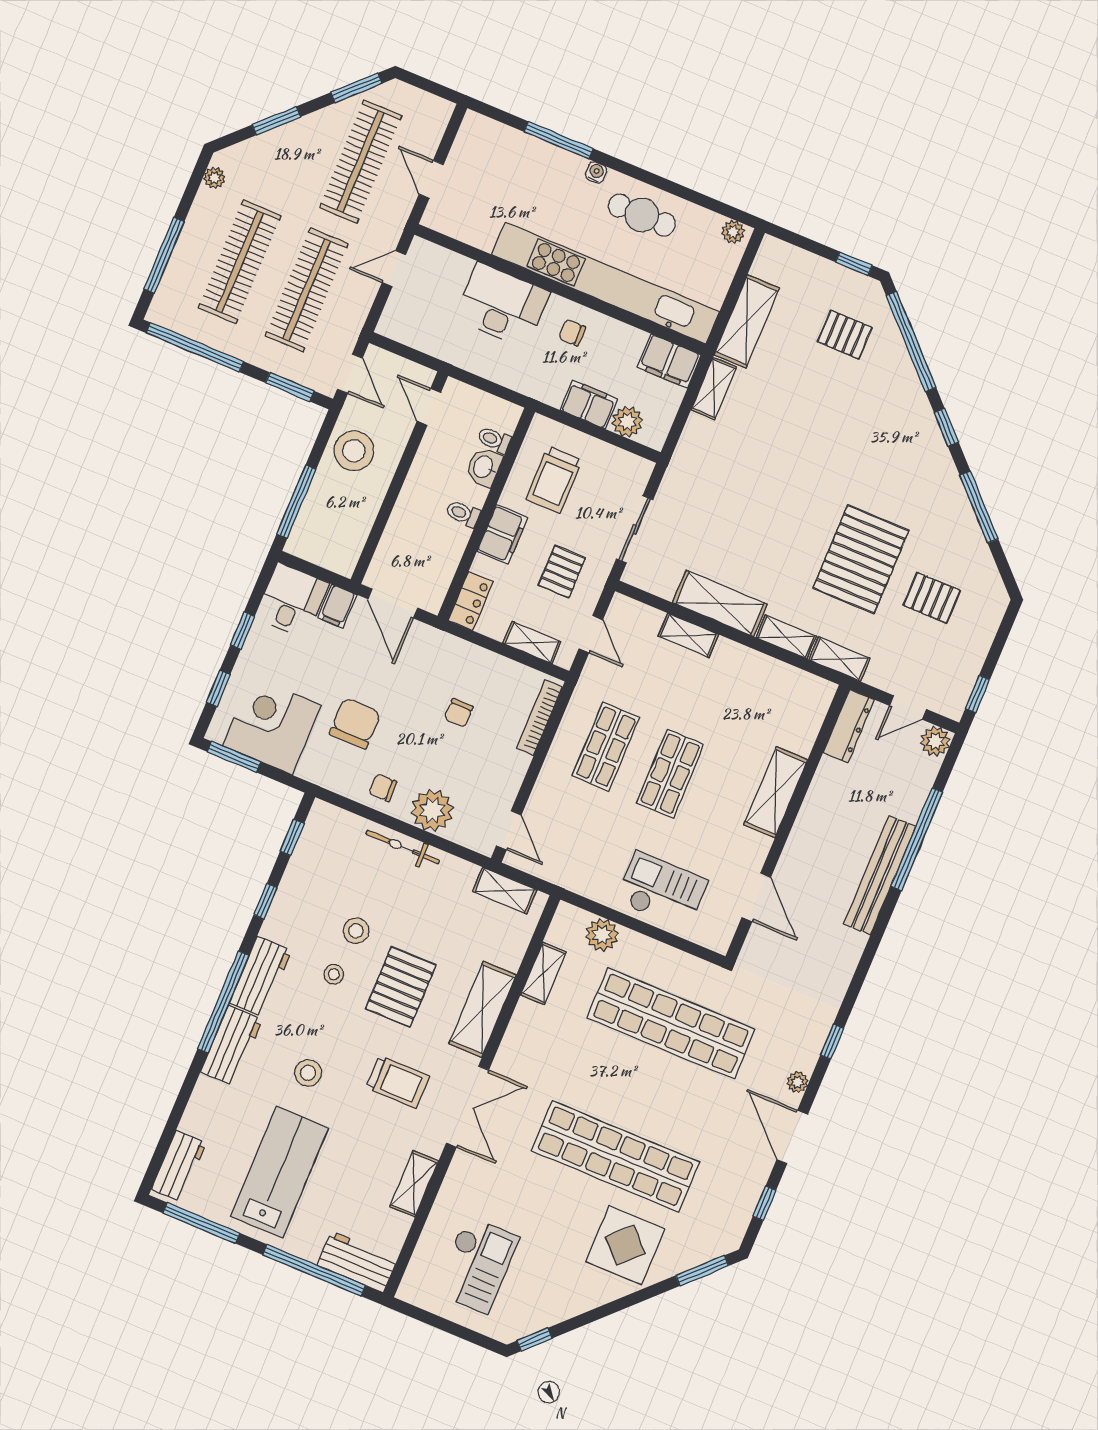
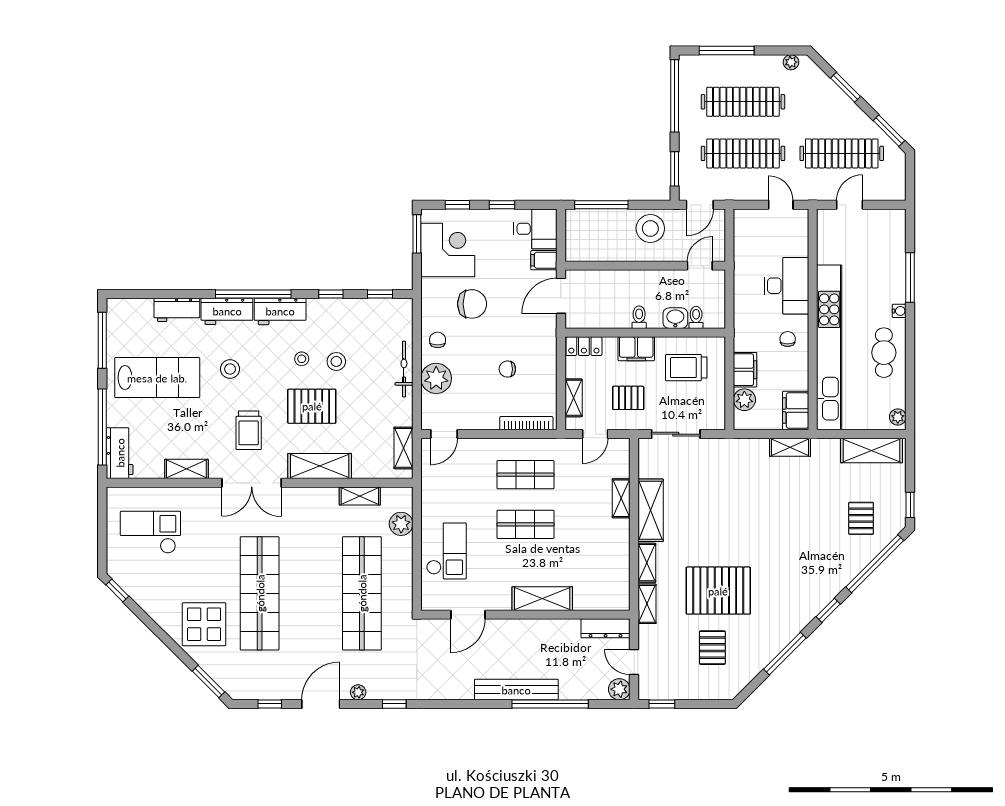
shelving: (747, 321) -> (872, 450), moved
workbench: (179, 1166) -> (177, 310), moved
checkout: (477, 1265) -> (150, 532), turned 180

